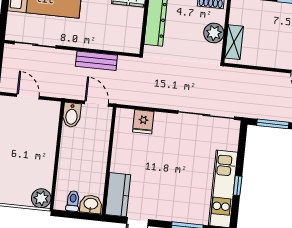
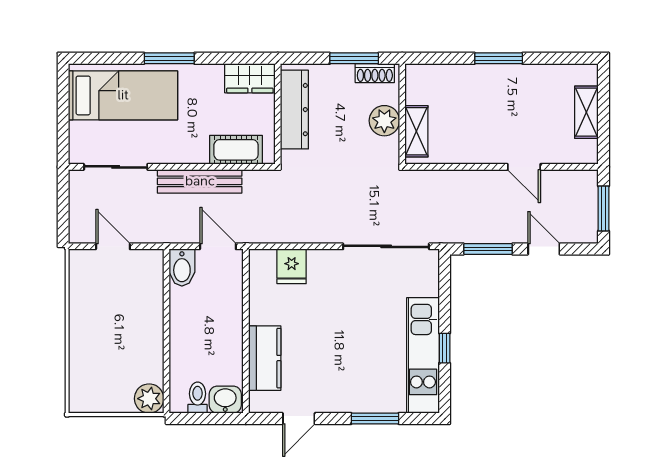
cot: (115, 42) -> (236, 150), added
bench: (96, 61) -> (200, 181), width x1.36
kitchen counter: (118, 195) -> (265, 358), moved

